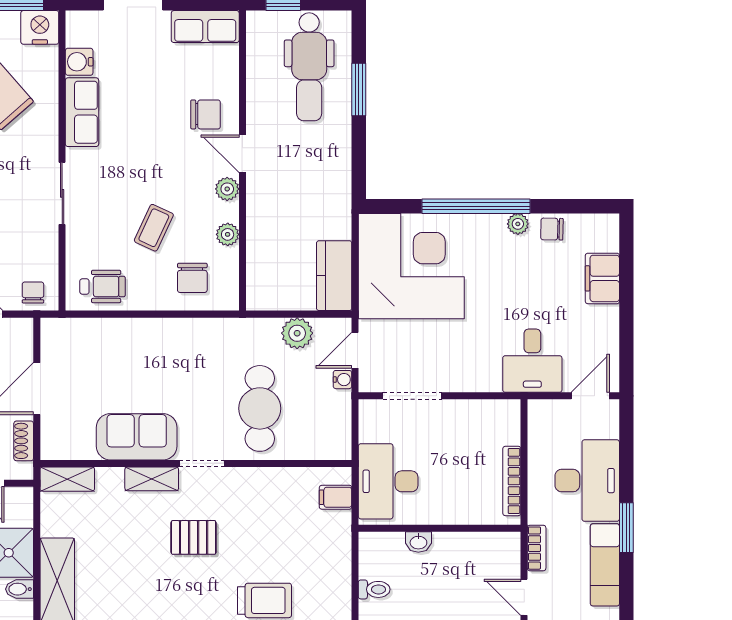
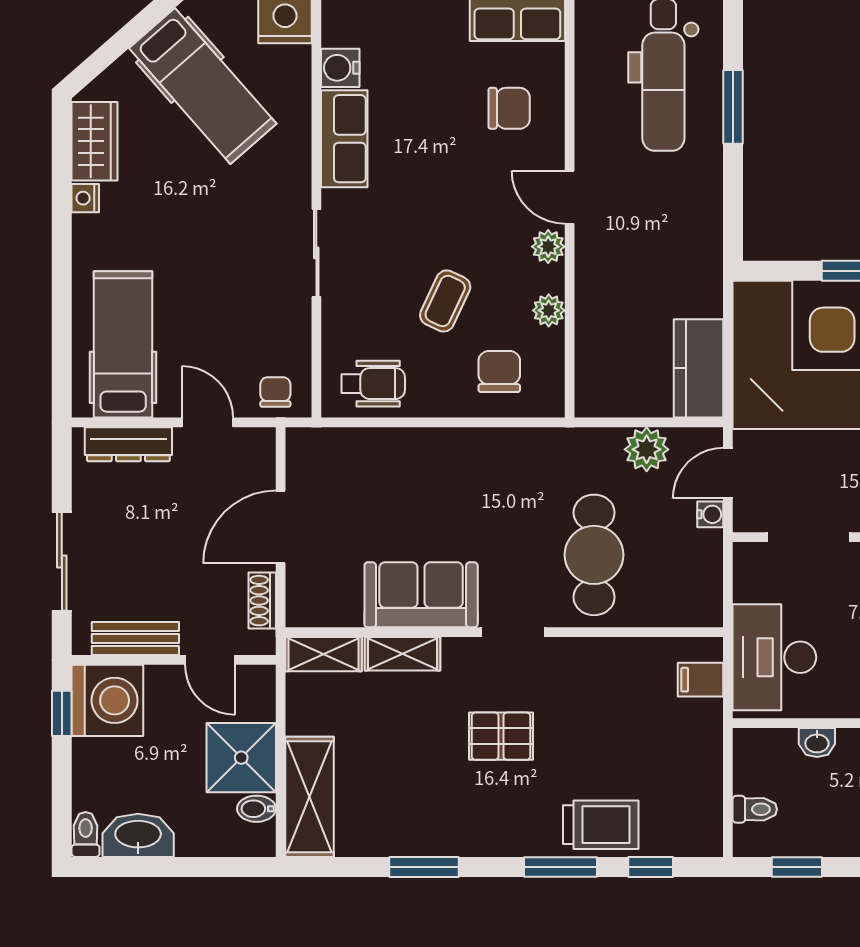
chair: (206, 114) -> (509, 108), moved
chair: (192, 278) -> (499, 371), turned 180
shelving: (152, 479) -> (402, 654), moved

